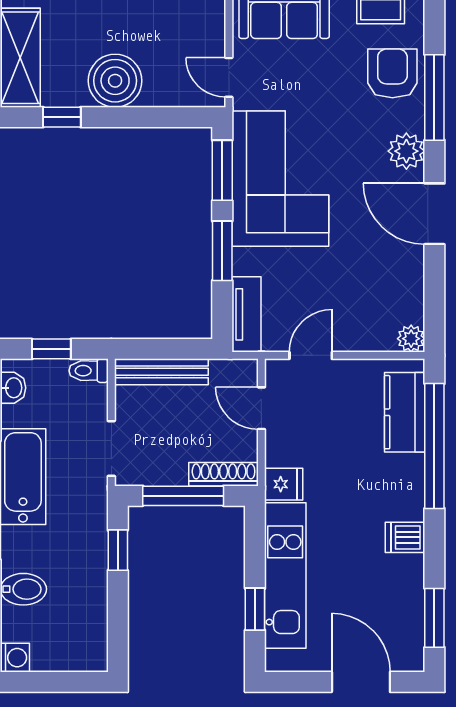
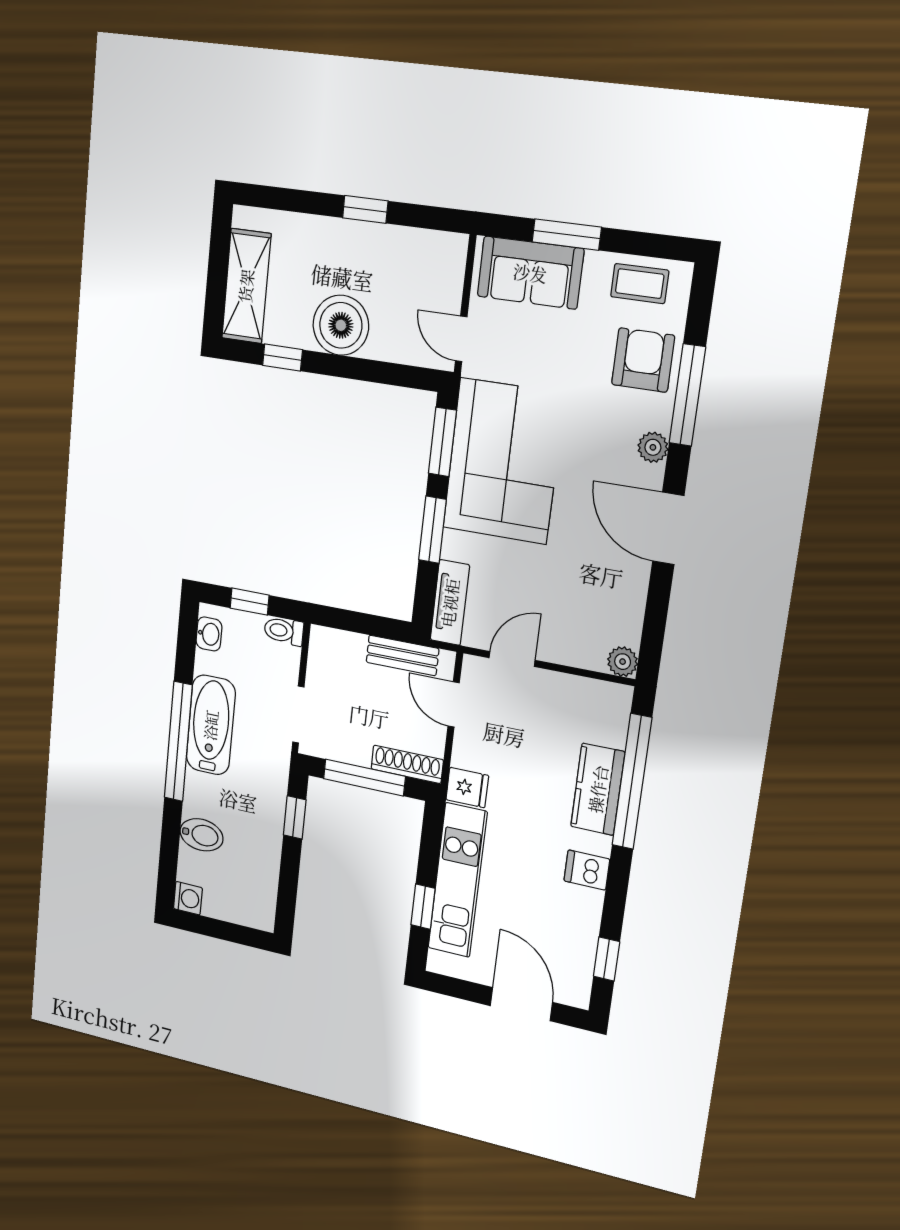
plant: (406, 151) -> (653, 447), width x0.73, depth x0.73
bench: (161, 372) -> (402, 655), moved, width x0.73
kitchen counter: (405, 412) -> (598, 789), moved
window: (434, 618) -> (607, 959), width x0.67

